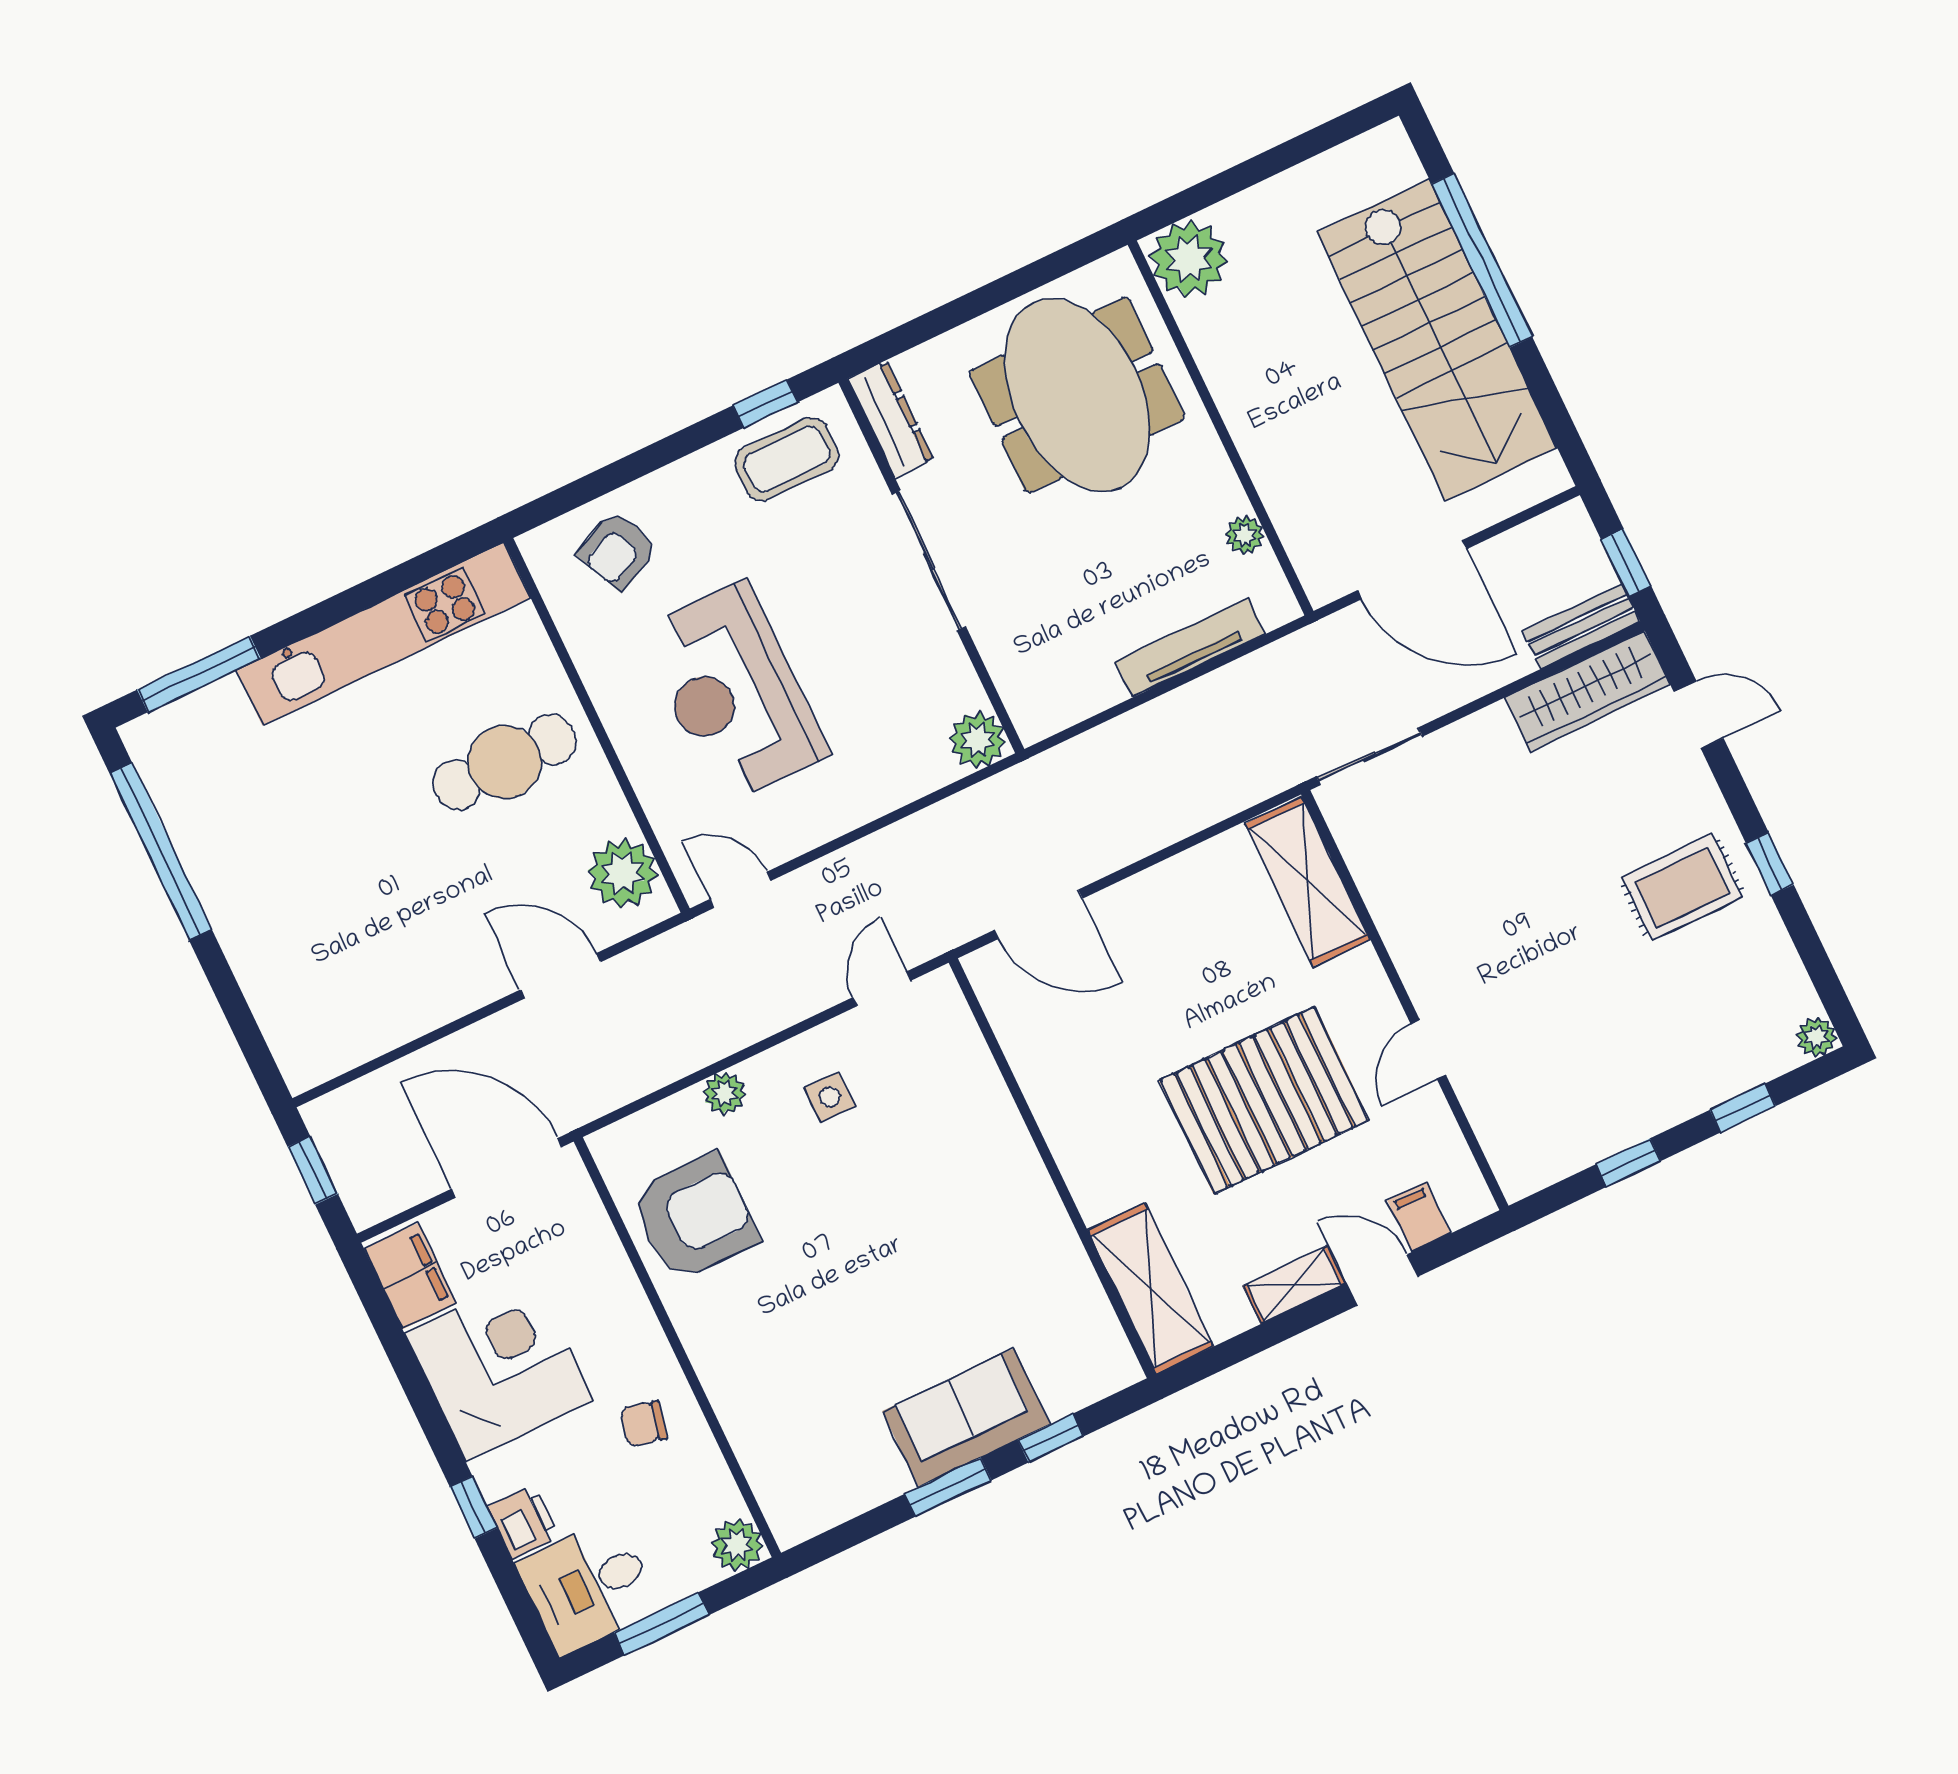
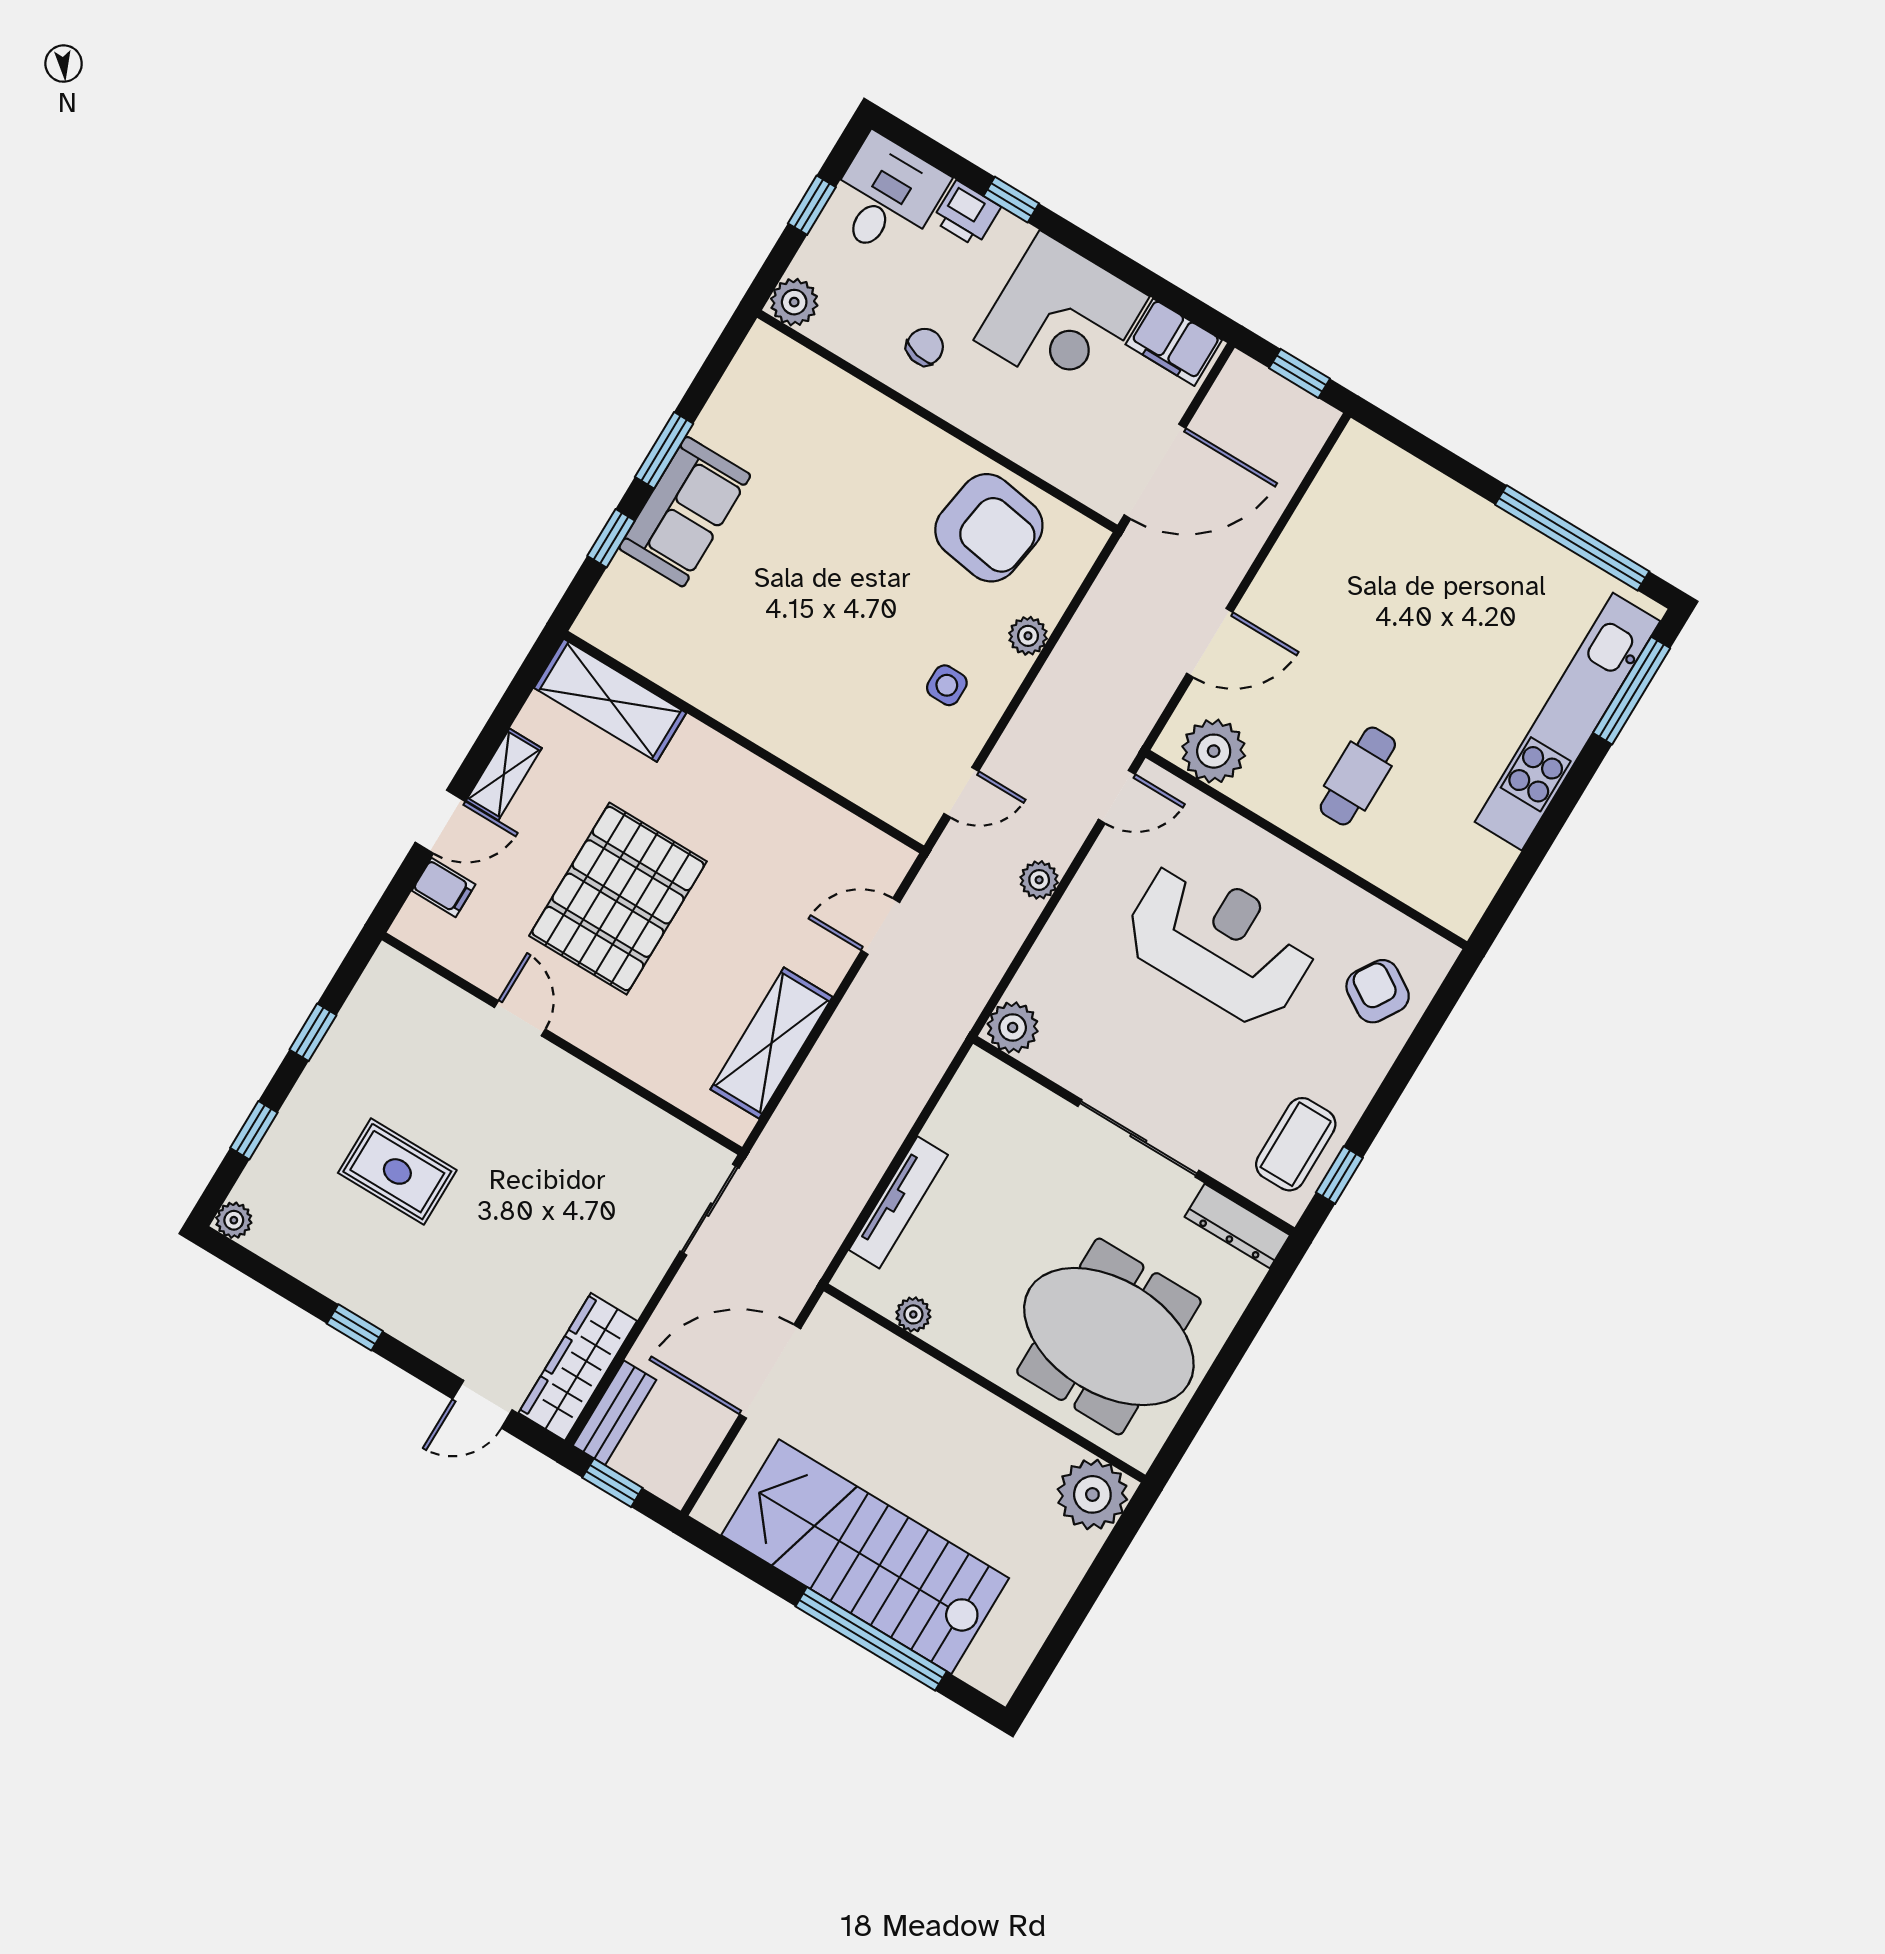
armchair: (618, 551) -> (1378, 991), turned -33
kitchen unit: (383, 634) -> (1567, 722), moved
cafe table: (505, 762) -> (1358, 776), width x0.73, depth x0.74
plant: (863, 860) -> (1039, 880), added
shelving: (1308, 881) -> (772, 1043), moved, turned 90
rug: (1682, 887) -> (397, 1171), moved, turned 90
door: (1038, 914) -> (880, 926), width x0.73
door: (882, 989) -> (961, 792), hinge flipped
armchair: (695, 1217) -> (989, 528), turned -81
window: (661, 1624) -> (812, 205), width x0.67

